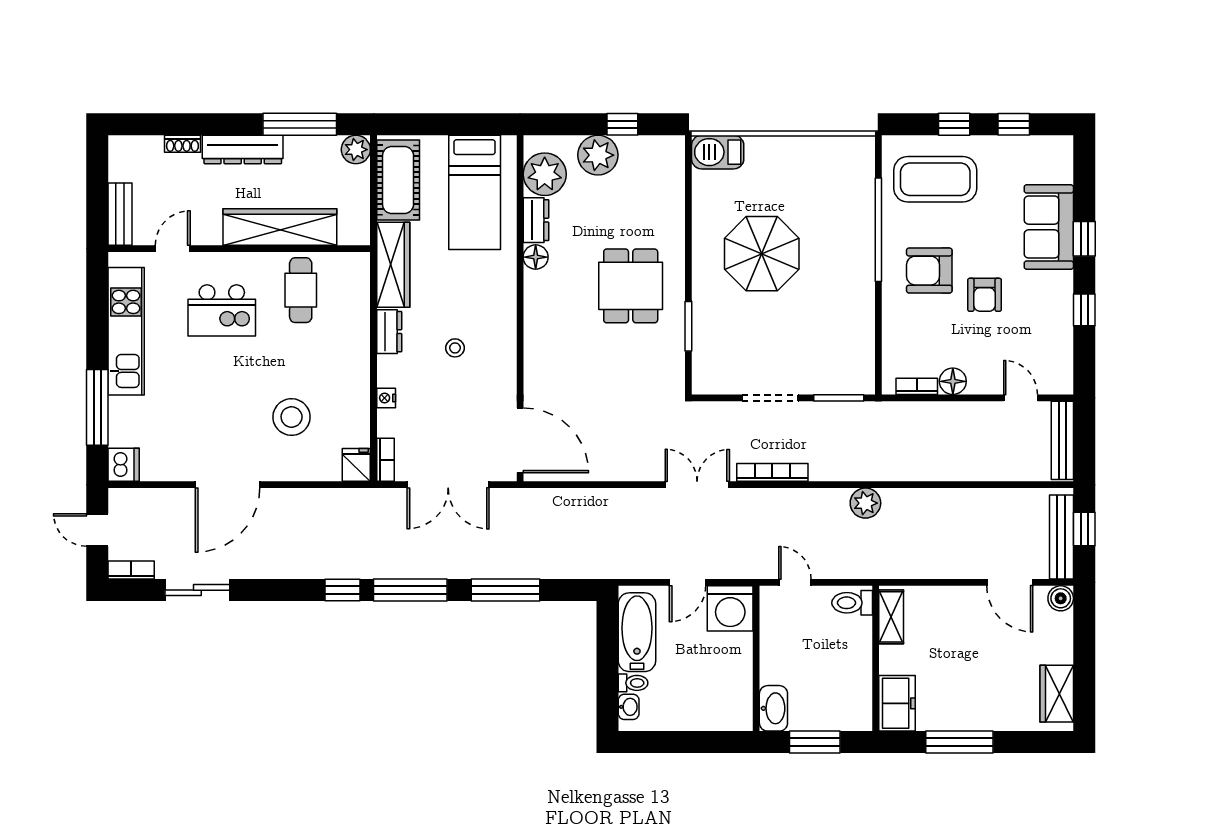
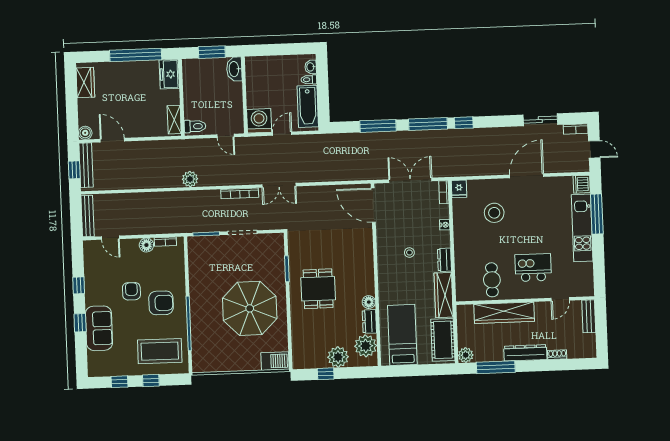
parasol: (762, 254) -> (250, 308), width x1.36, depth x1.36
kitchen unit: (126, 331) -> (582, 228), moved
window: (959, 742) -> (136, 55), width x1.46

